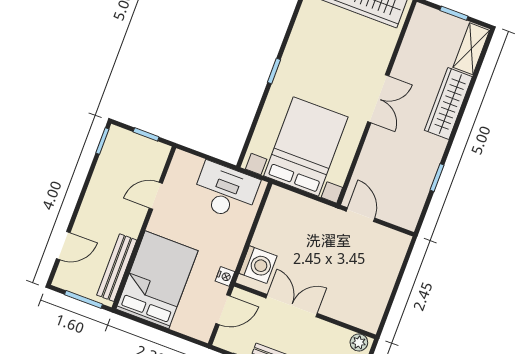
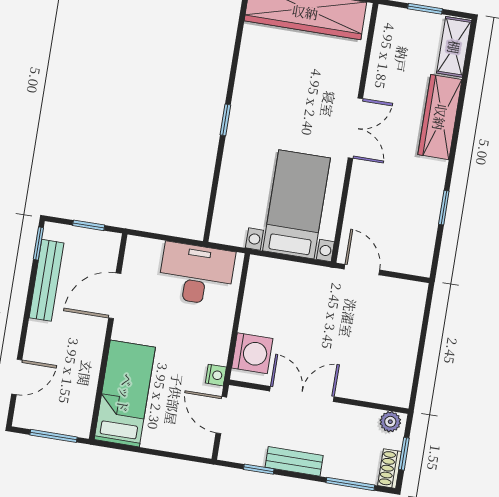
bed with nightstands: (306, 146) -> (296, 204), width x0.73
door: (156, 196) -> (115, 296), width x1.38
bench: (117, 268) -> (46, 280), moved
bed: (157, 280) -> (125, 393), width x0.67
door: (223, 310) -> (221, 415), swing flipped

